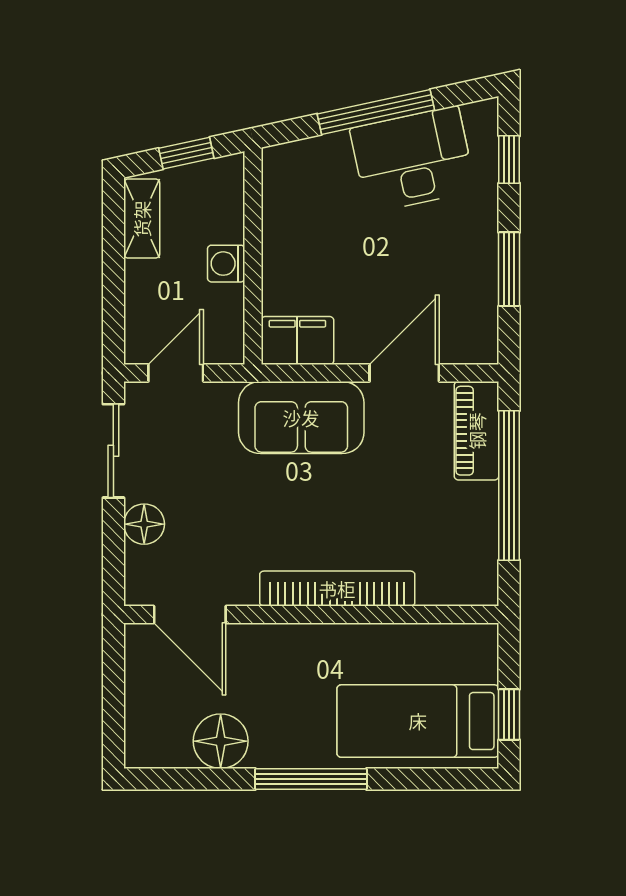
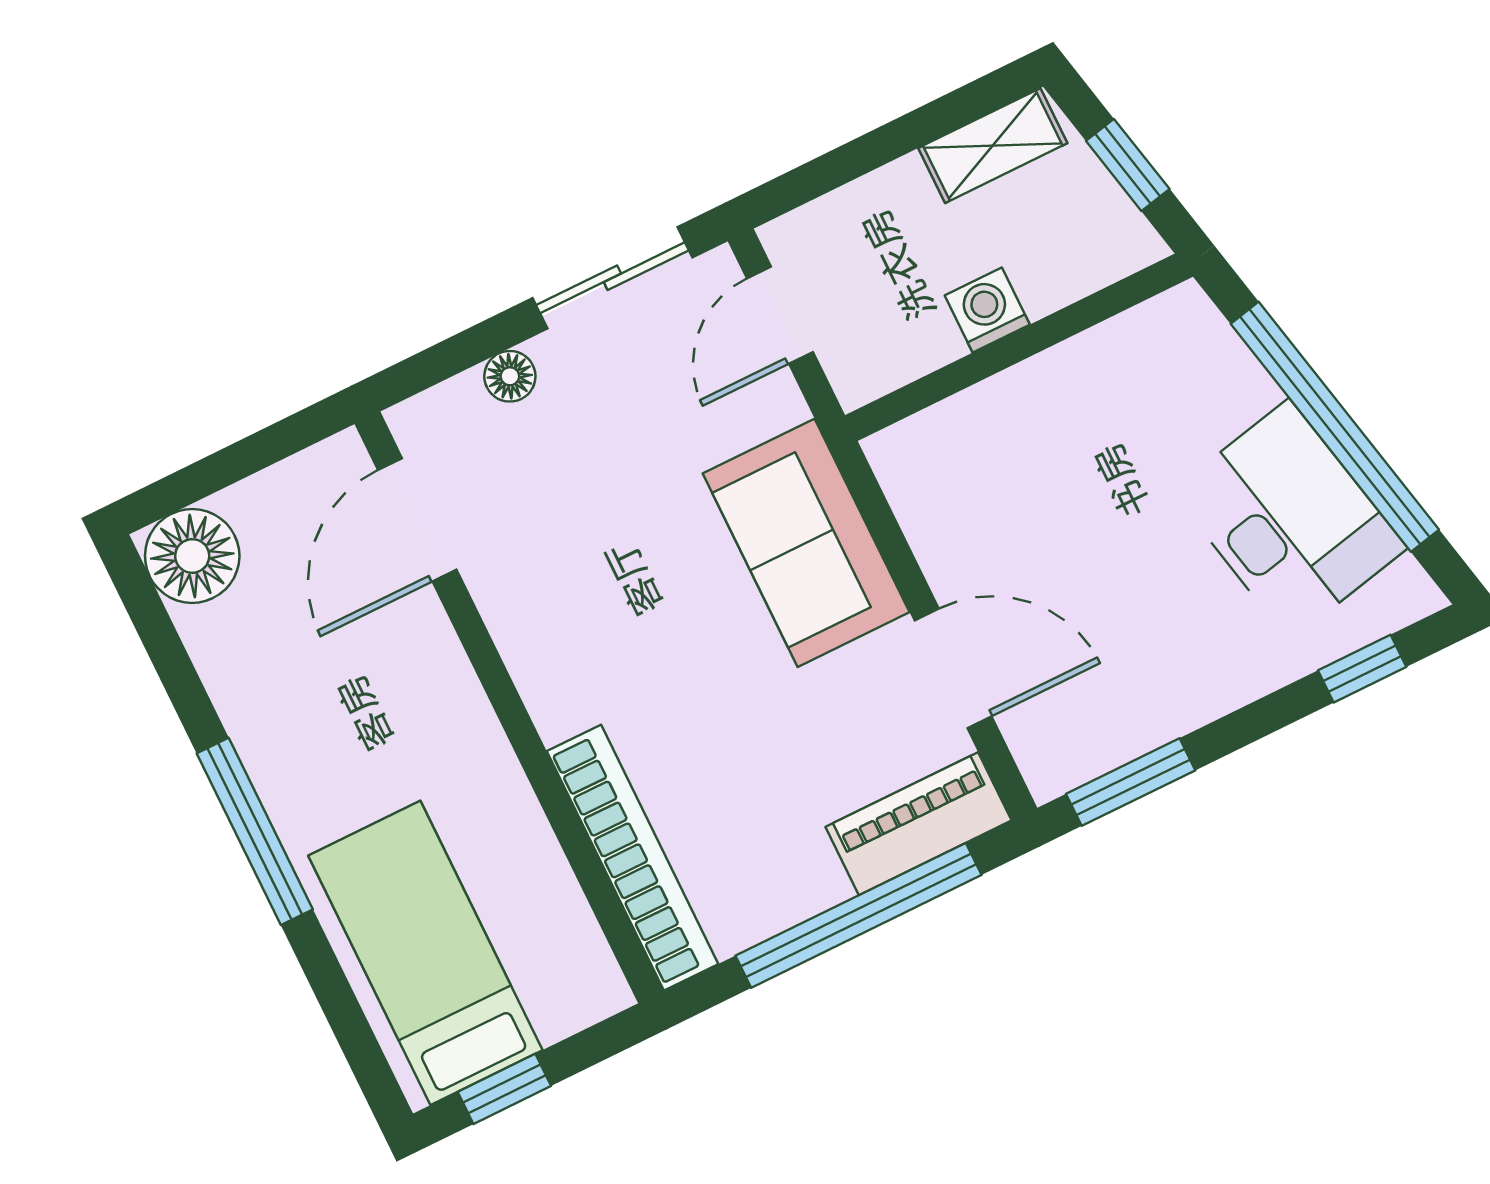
window: (376, 112) -> (1335, 427), width x1.46
window: (509, 269) -> (1131, 782), moved
filing cabinet: (297, 341) -> (922, 479), removed
door: (176, 373) -> (780, 315), swing flipped
floor lamp: (144, 524) -> (510, 376), width x0.73, depth x0.73
bookcase: (337, 589) -> (633, 858), moved
floor lamp: (221, 741) -> (192, 556), moved

